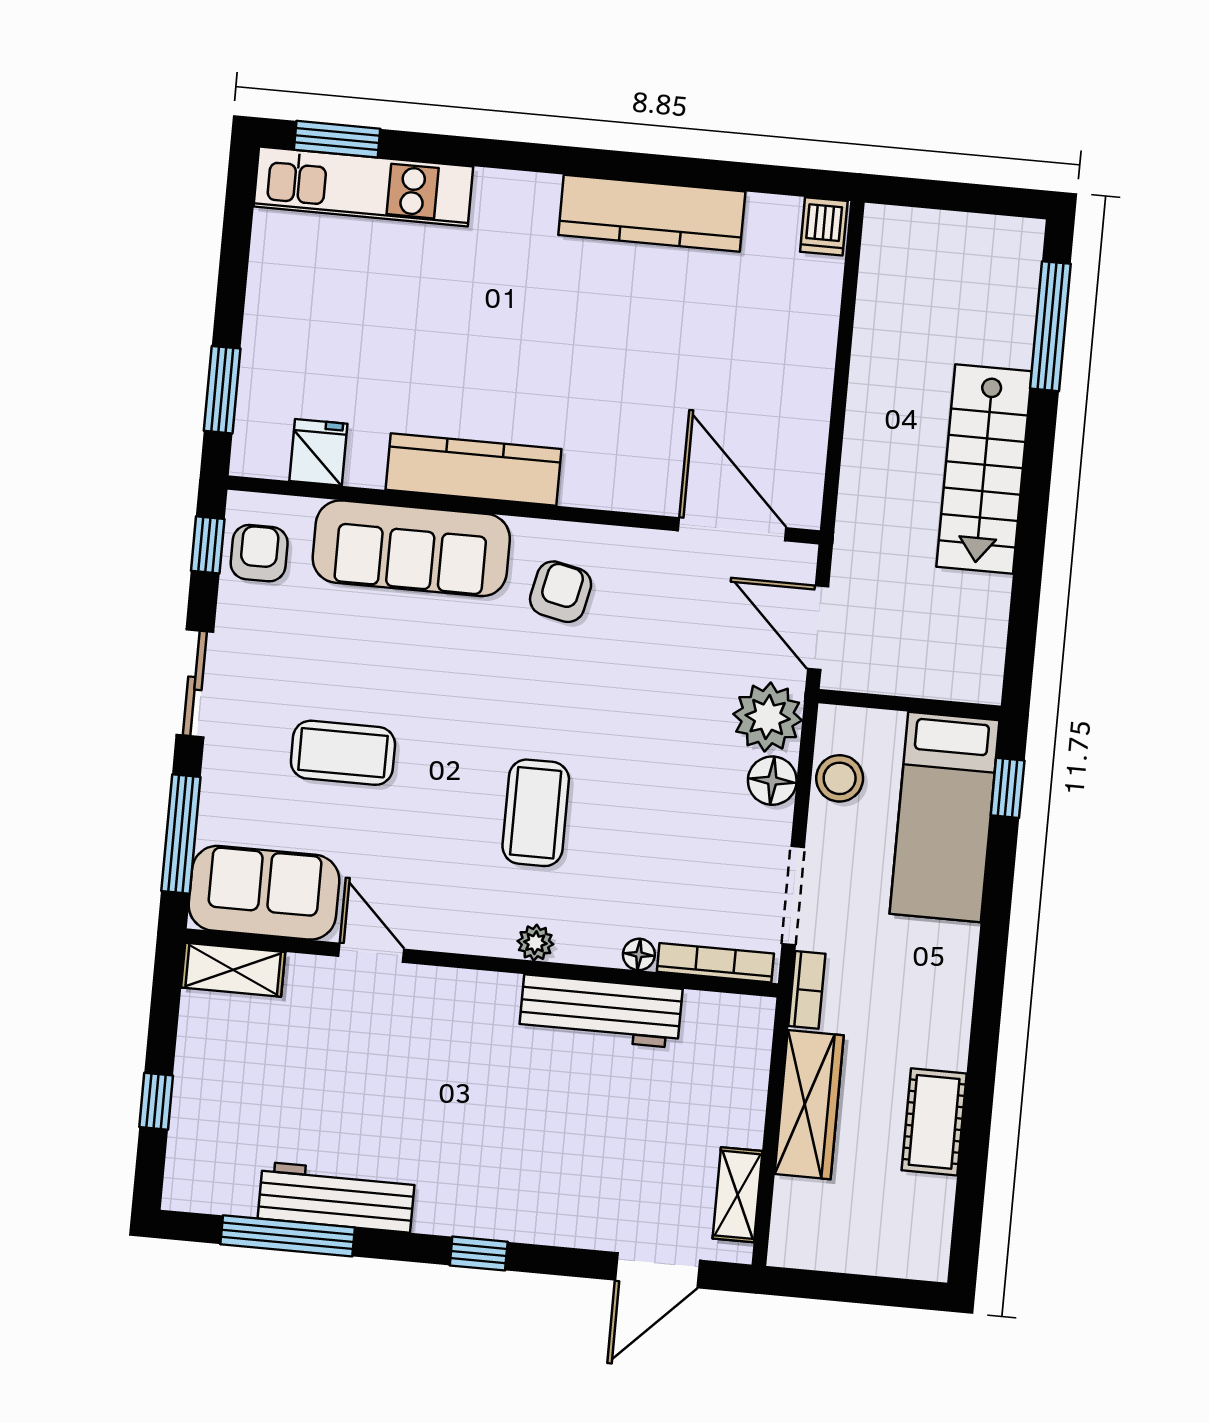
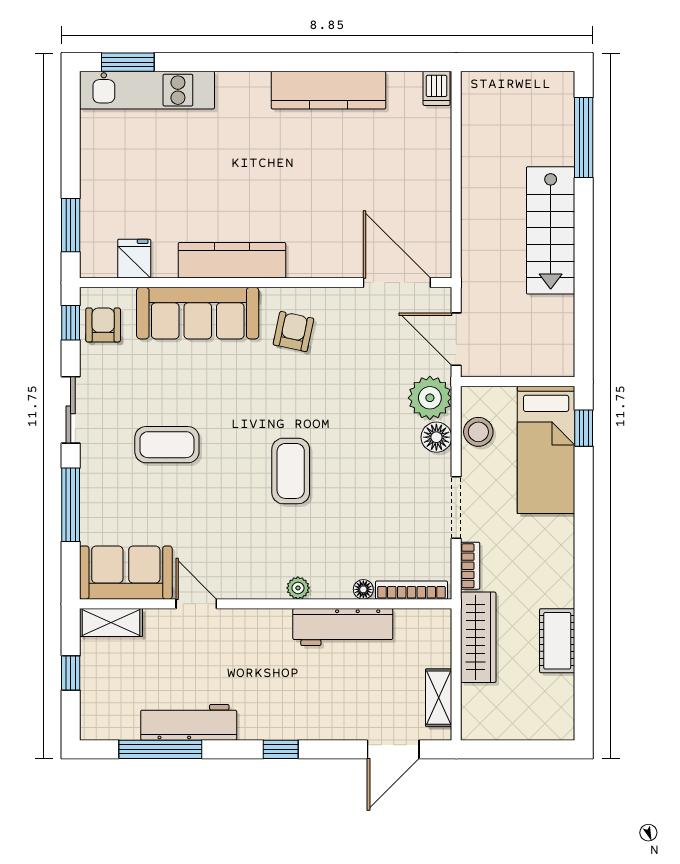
sofa: (264, 893) -> (126, 573), moved
plant: (535, 943) -> (298, 588), moved
door: (371, 953) -> (196, 604), moved
floor lamp: (639, 954) -> (363, 589), moved
wall: (482, 963) -> (266, 604), moved
bookcase: (715, 963) -> (412, 590), moved
shelving: (233, 970) -> (111, 622), moved
workbench: (601, 1011) -> (343, 627), moved

